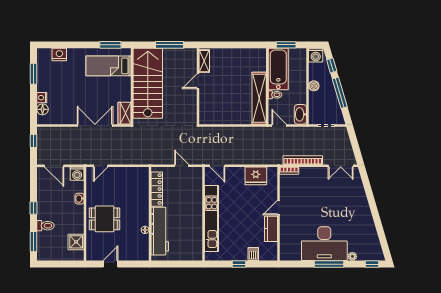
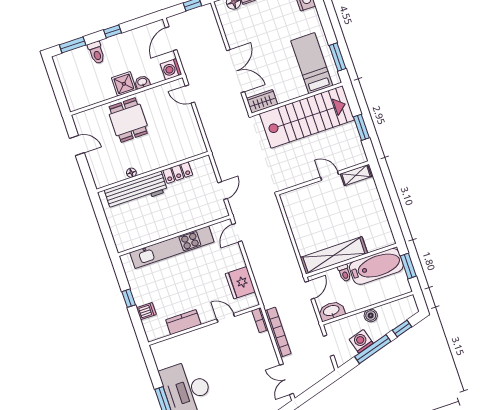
window: (170, 45) -> (361, 127), width x0.69
washing machine: (316, 55) -> (361, 341), moved, turned 74
locker: (157, 189) -> (178, 173), width x0.66
door: (279, 208) -> (226, 318), moved
shower: (76, 242) -> (124, 84), moved

